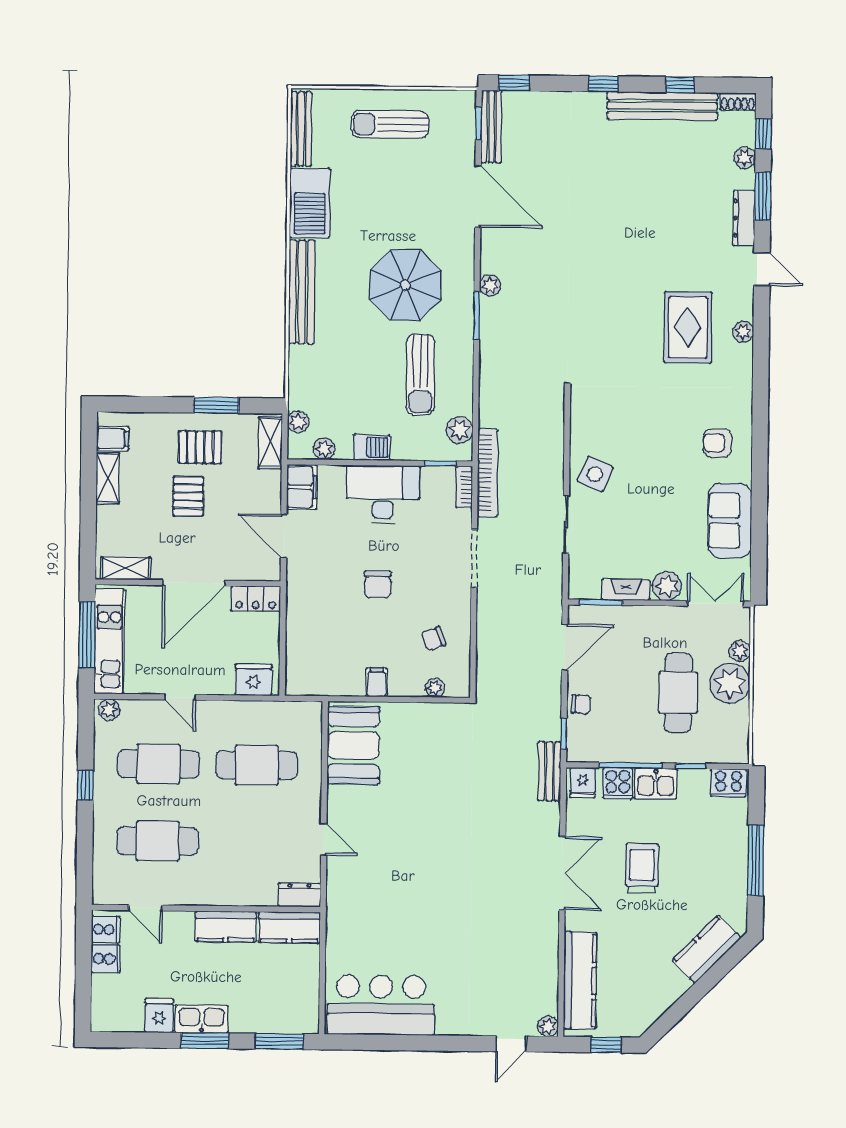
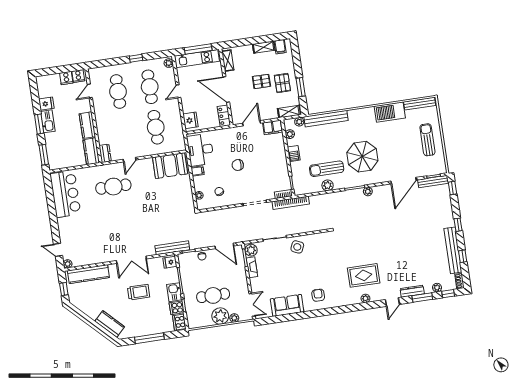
bench: (302, 292) -> (326, 119), moved
plant: (460, 430) -> (328, 185), moved
desk: (383, 494) -> (200, 150), moved, turned 180
plant: (667, 586) -> (251, 250), moved
bench: (550, 771) -> (172, 248), width x1.36
cooker: (618, 783) -> (177, 308), moved
cafe table: (382, 888) -> (113, 187), added

